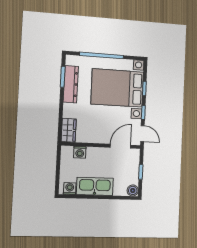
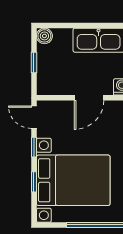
door: (120, 146) -> (89, 98), moved

